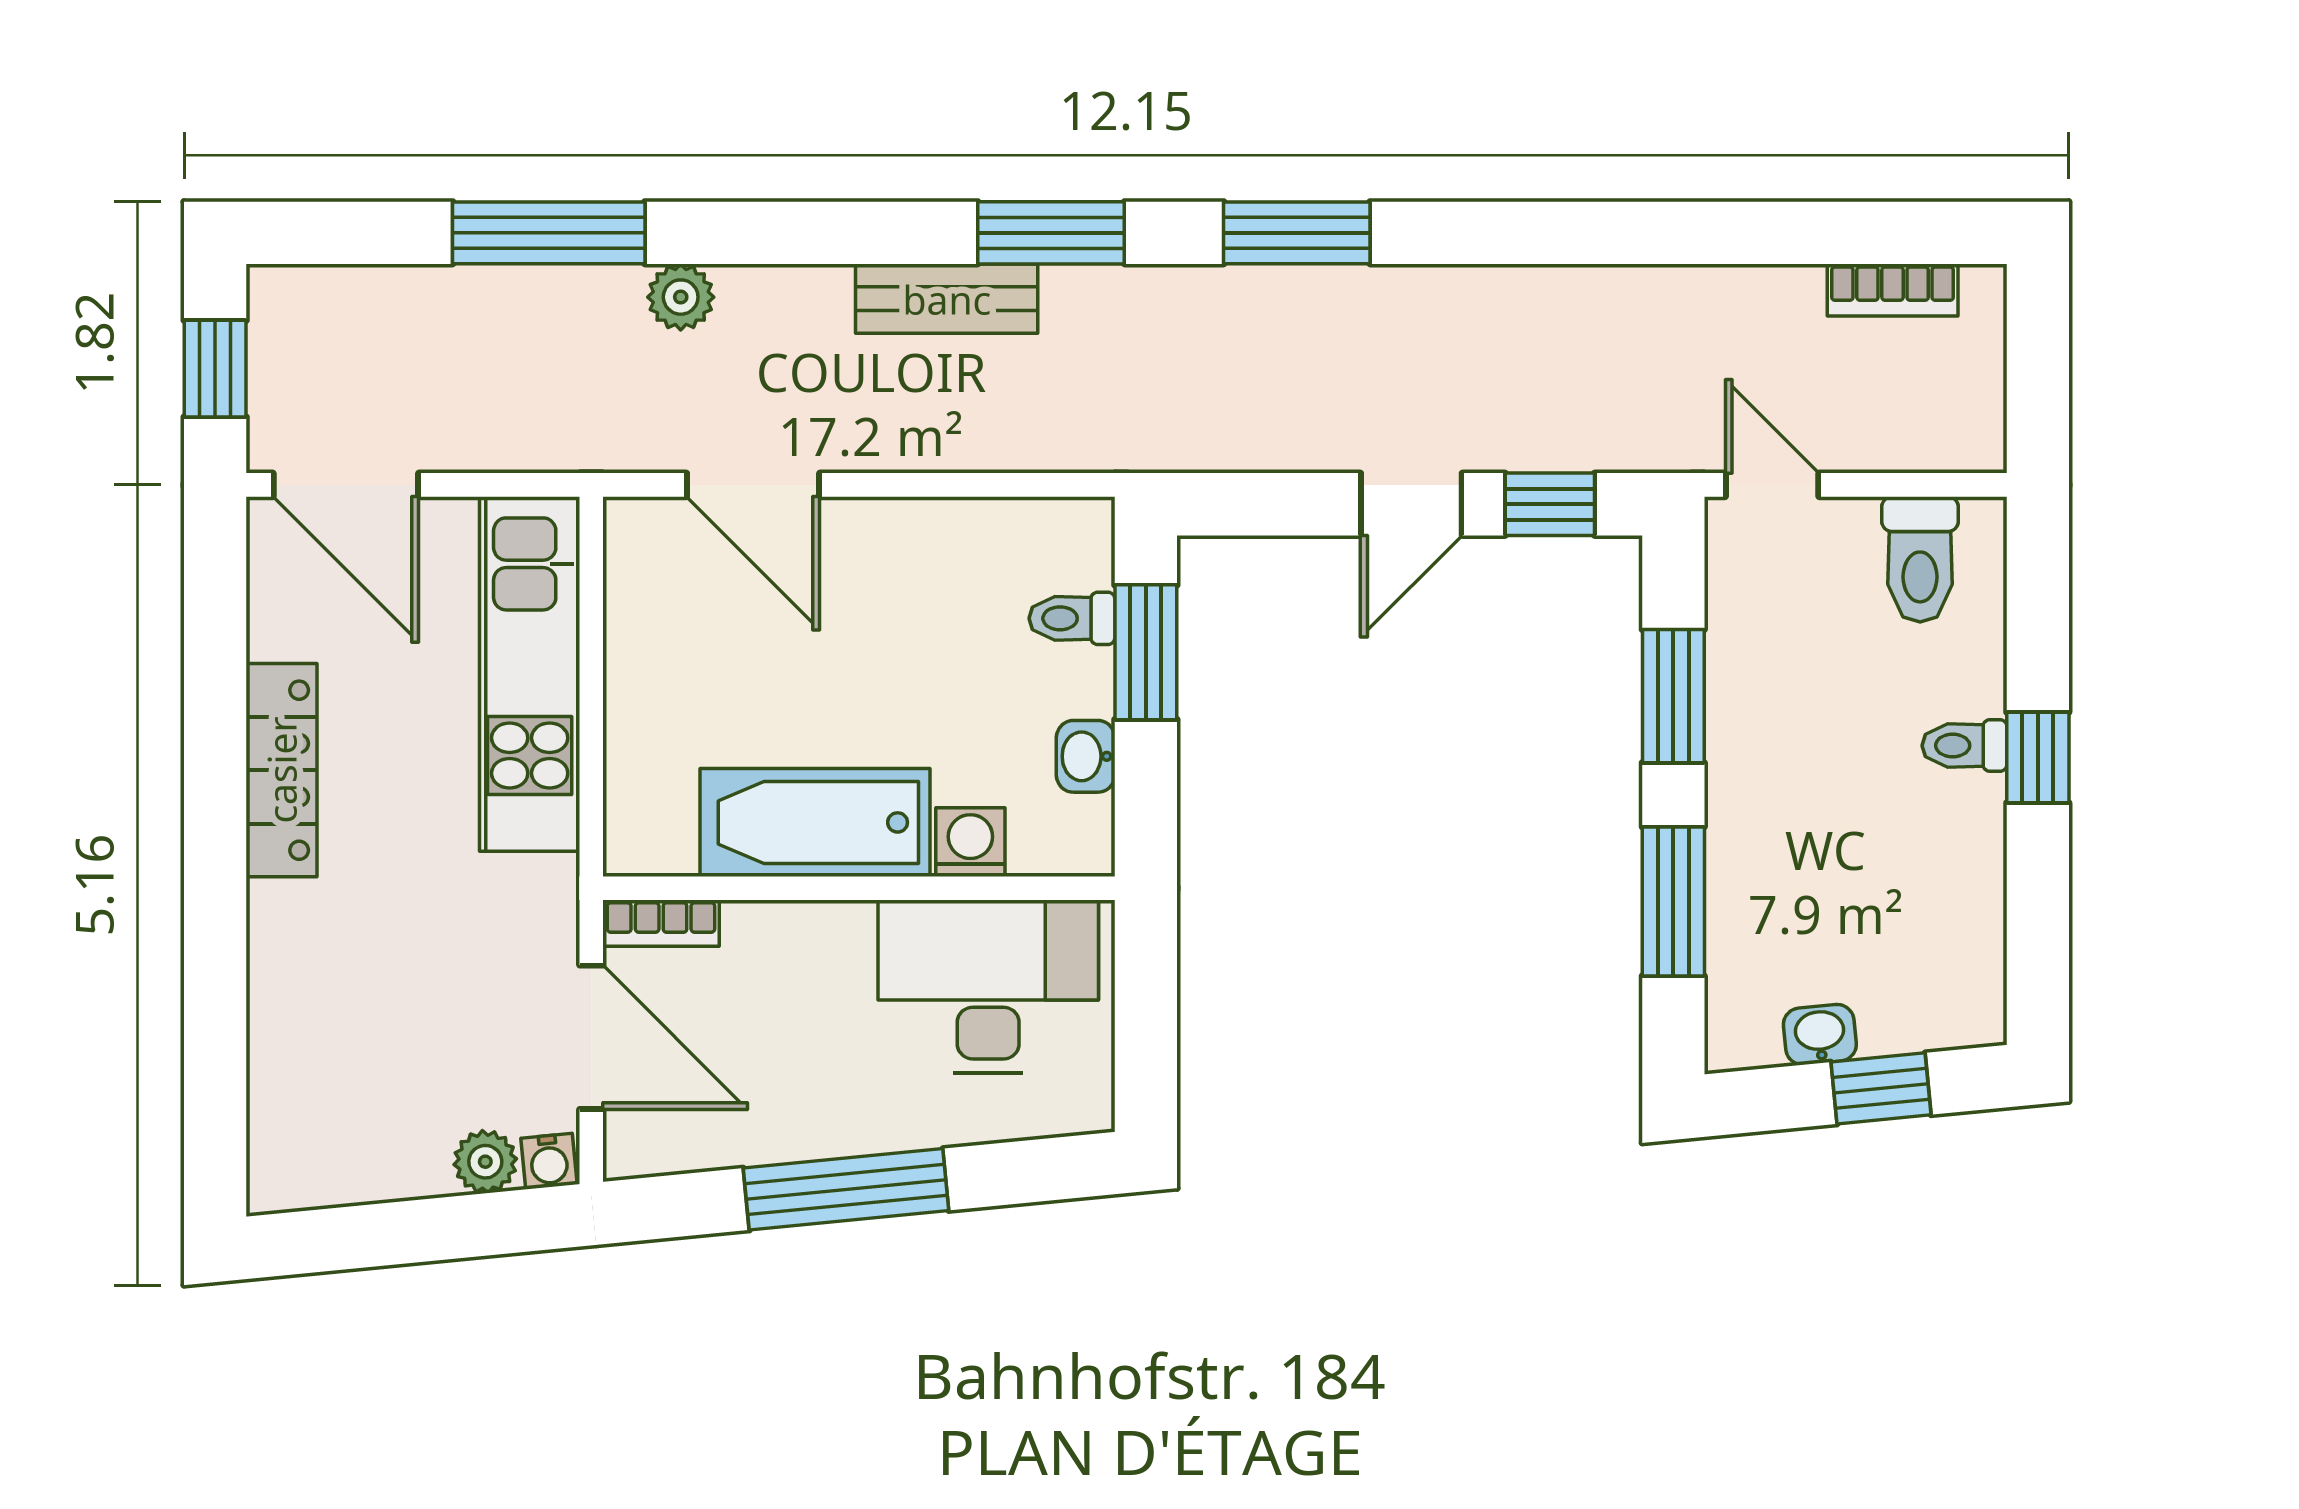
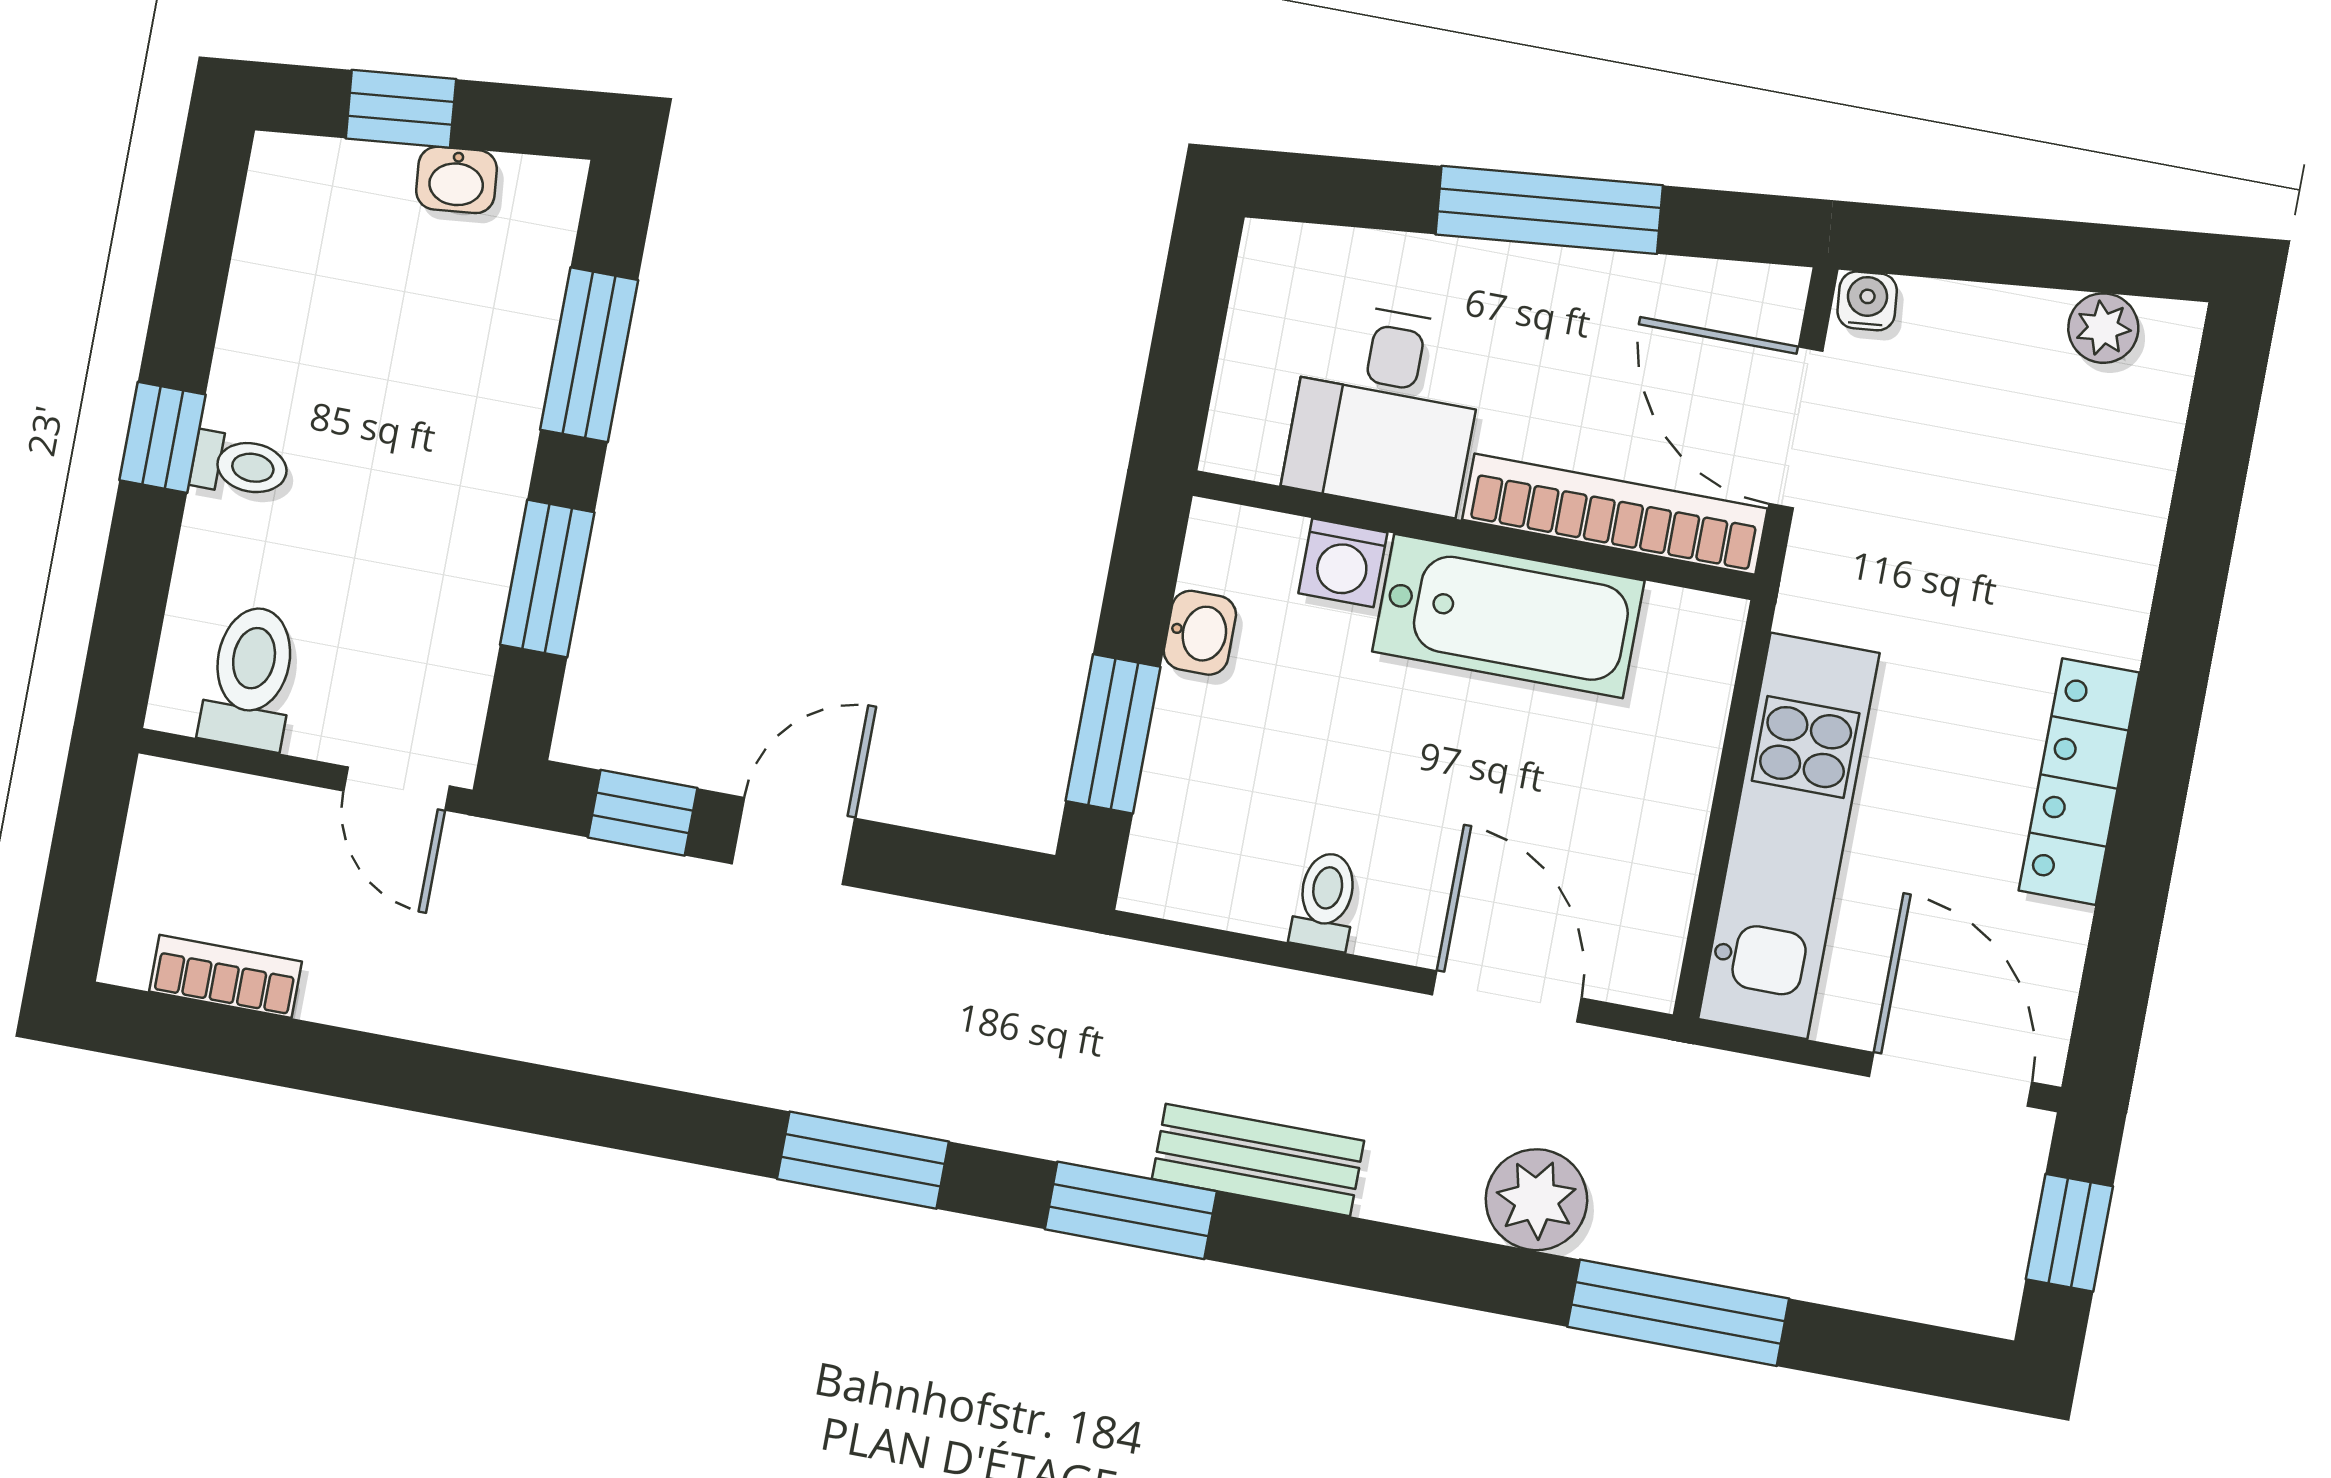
plant: (681, 297) -> (1536, 1200), width x1.38, depth x1.38
toilet: (1072, 618) -> (1325, 901), moved, turned -90
bookcase: (661, 923) -> (1615, 514), width x2.31, depth x1.31
desk: (988, 986) -> (1386, 408), width x0.73
plant: (485, 1162) -> (2103, 328), moved

